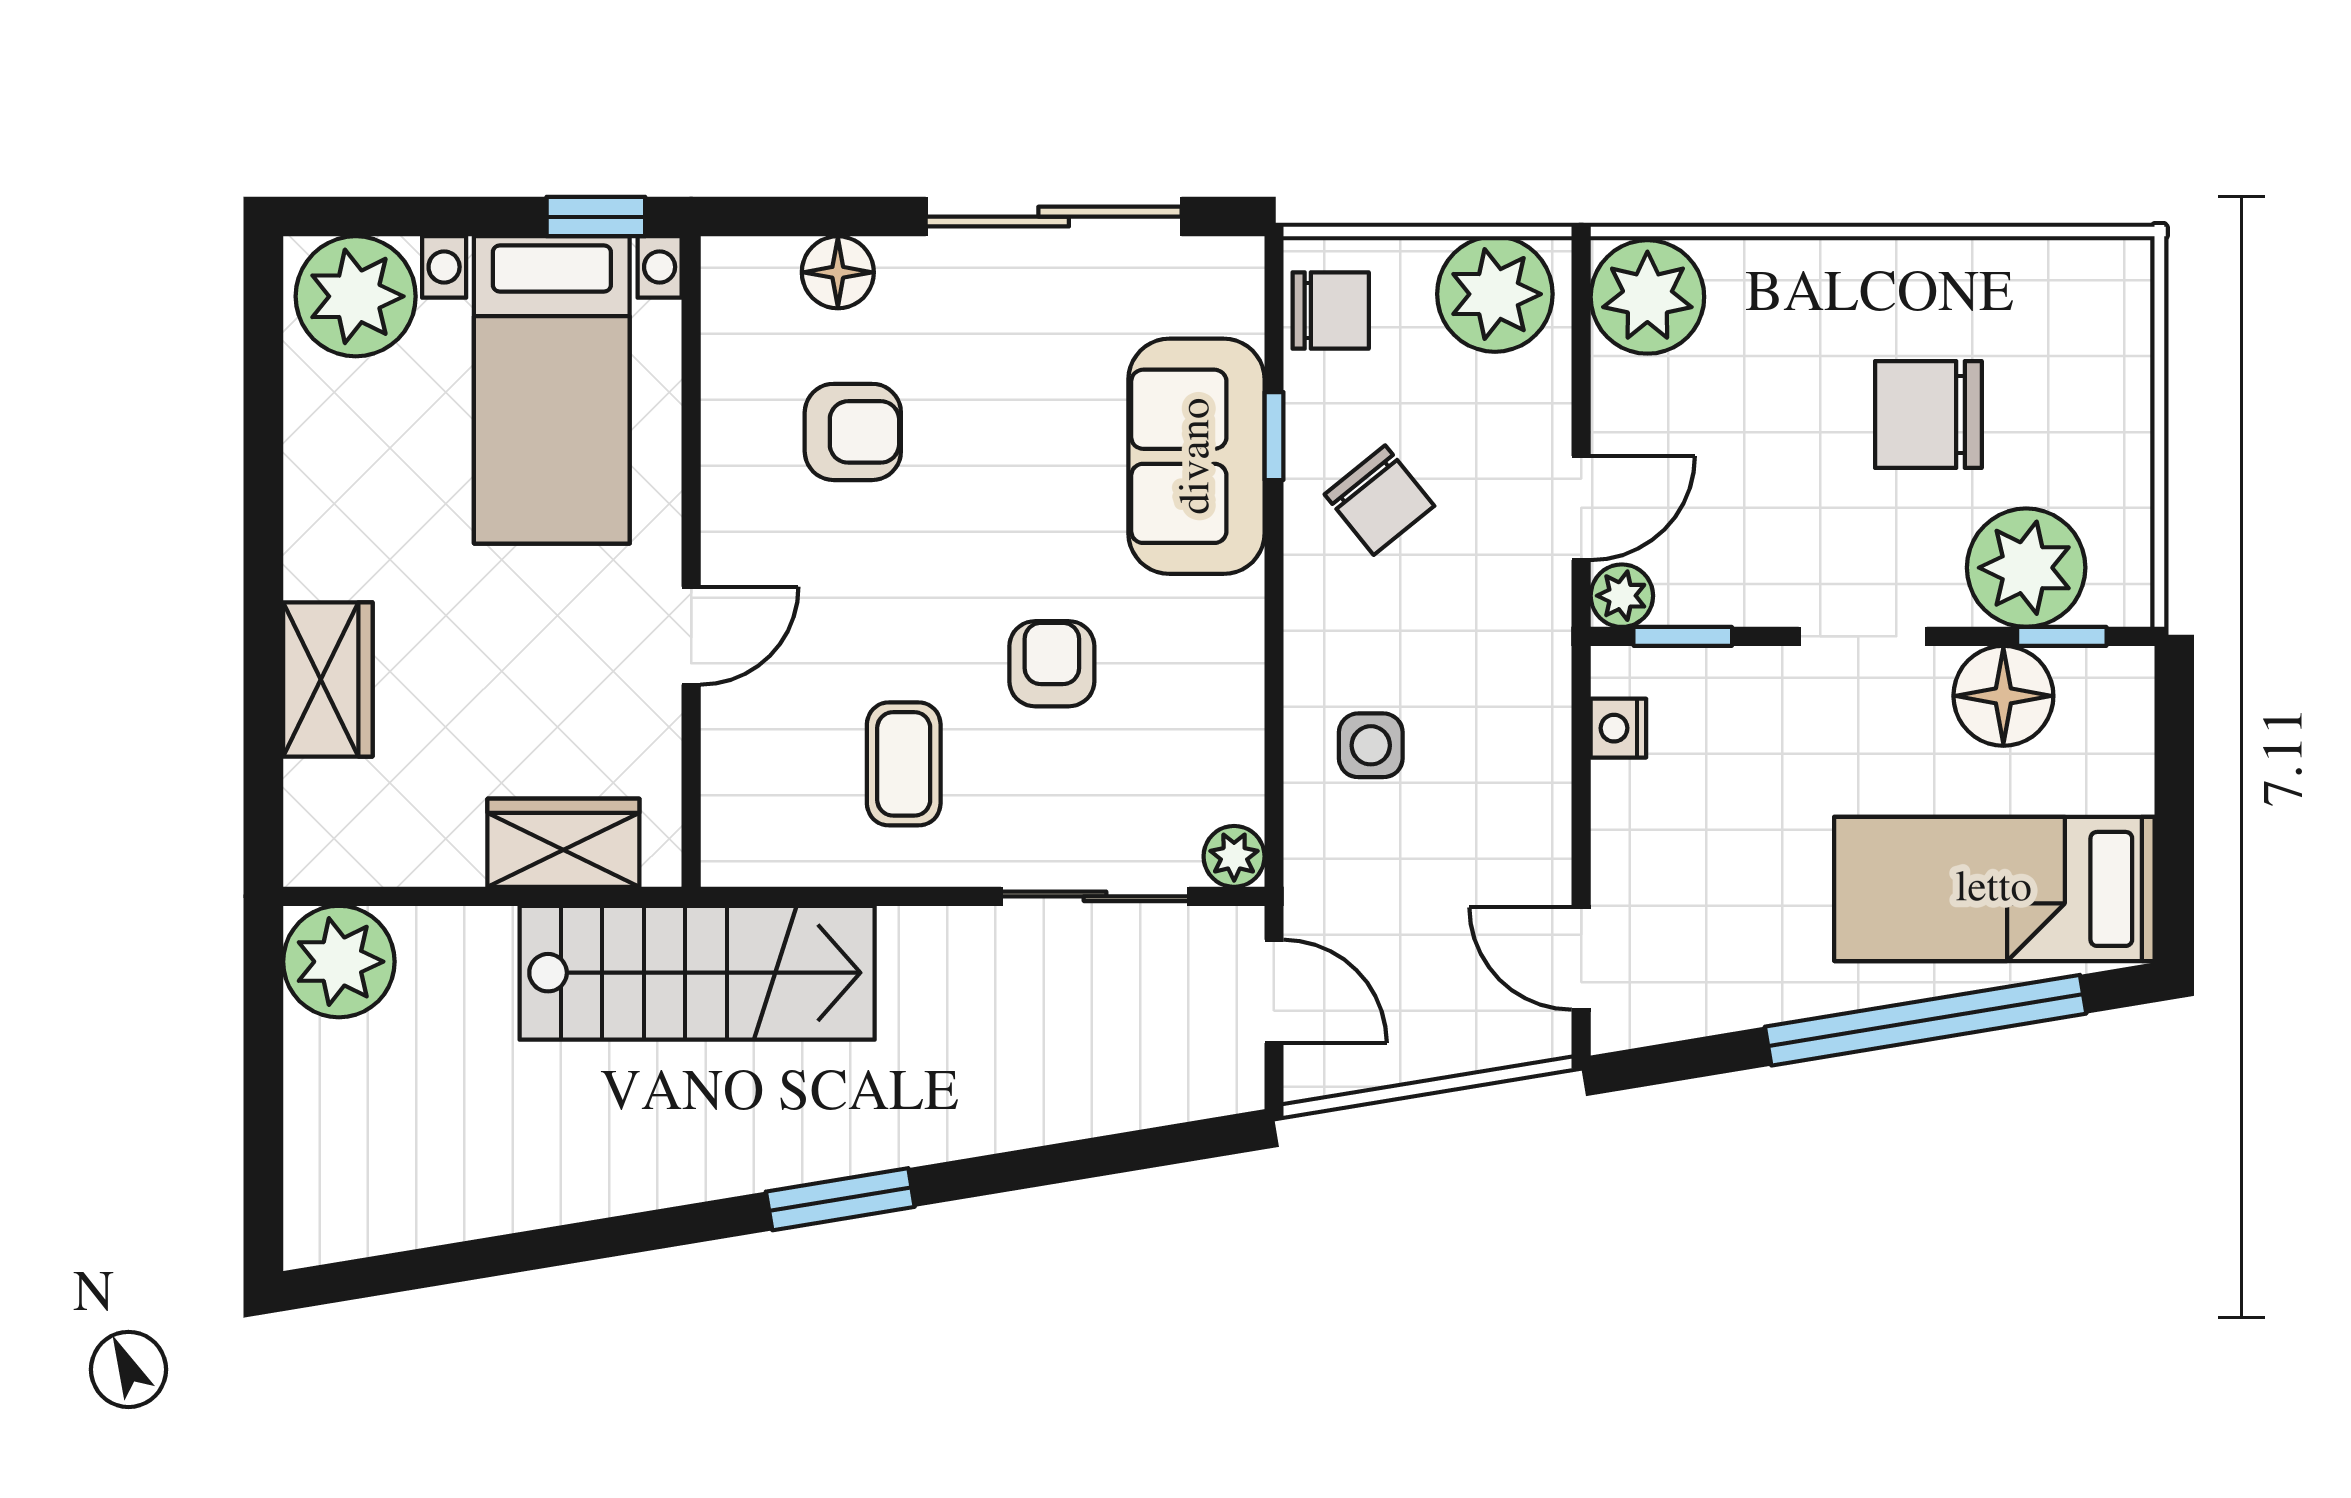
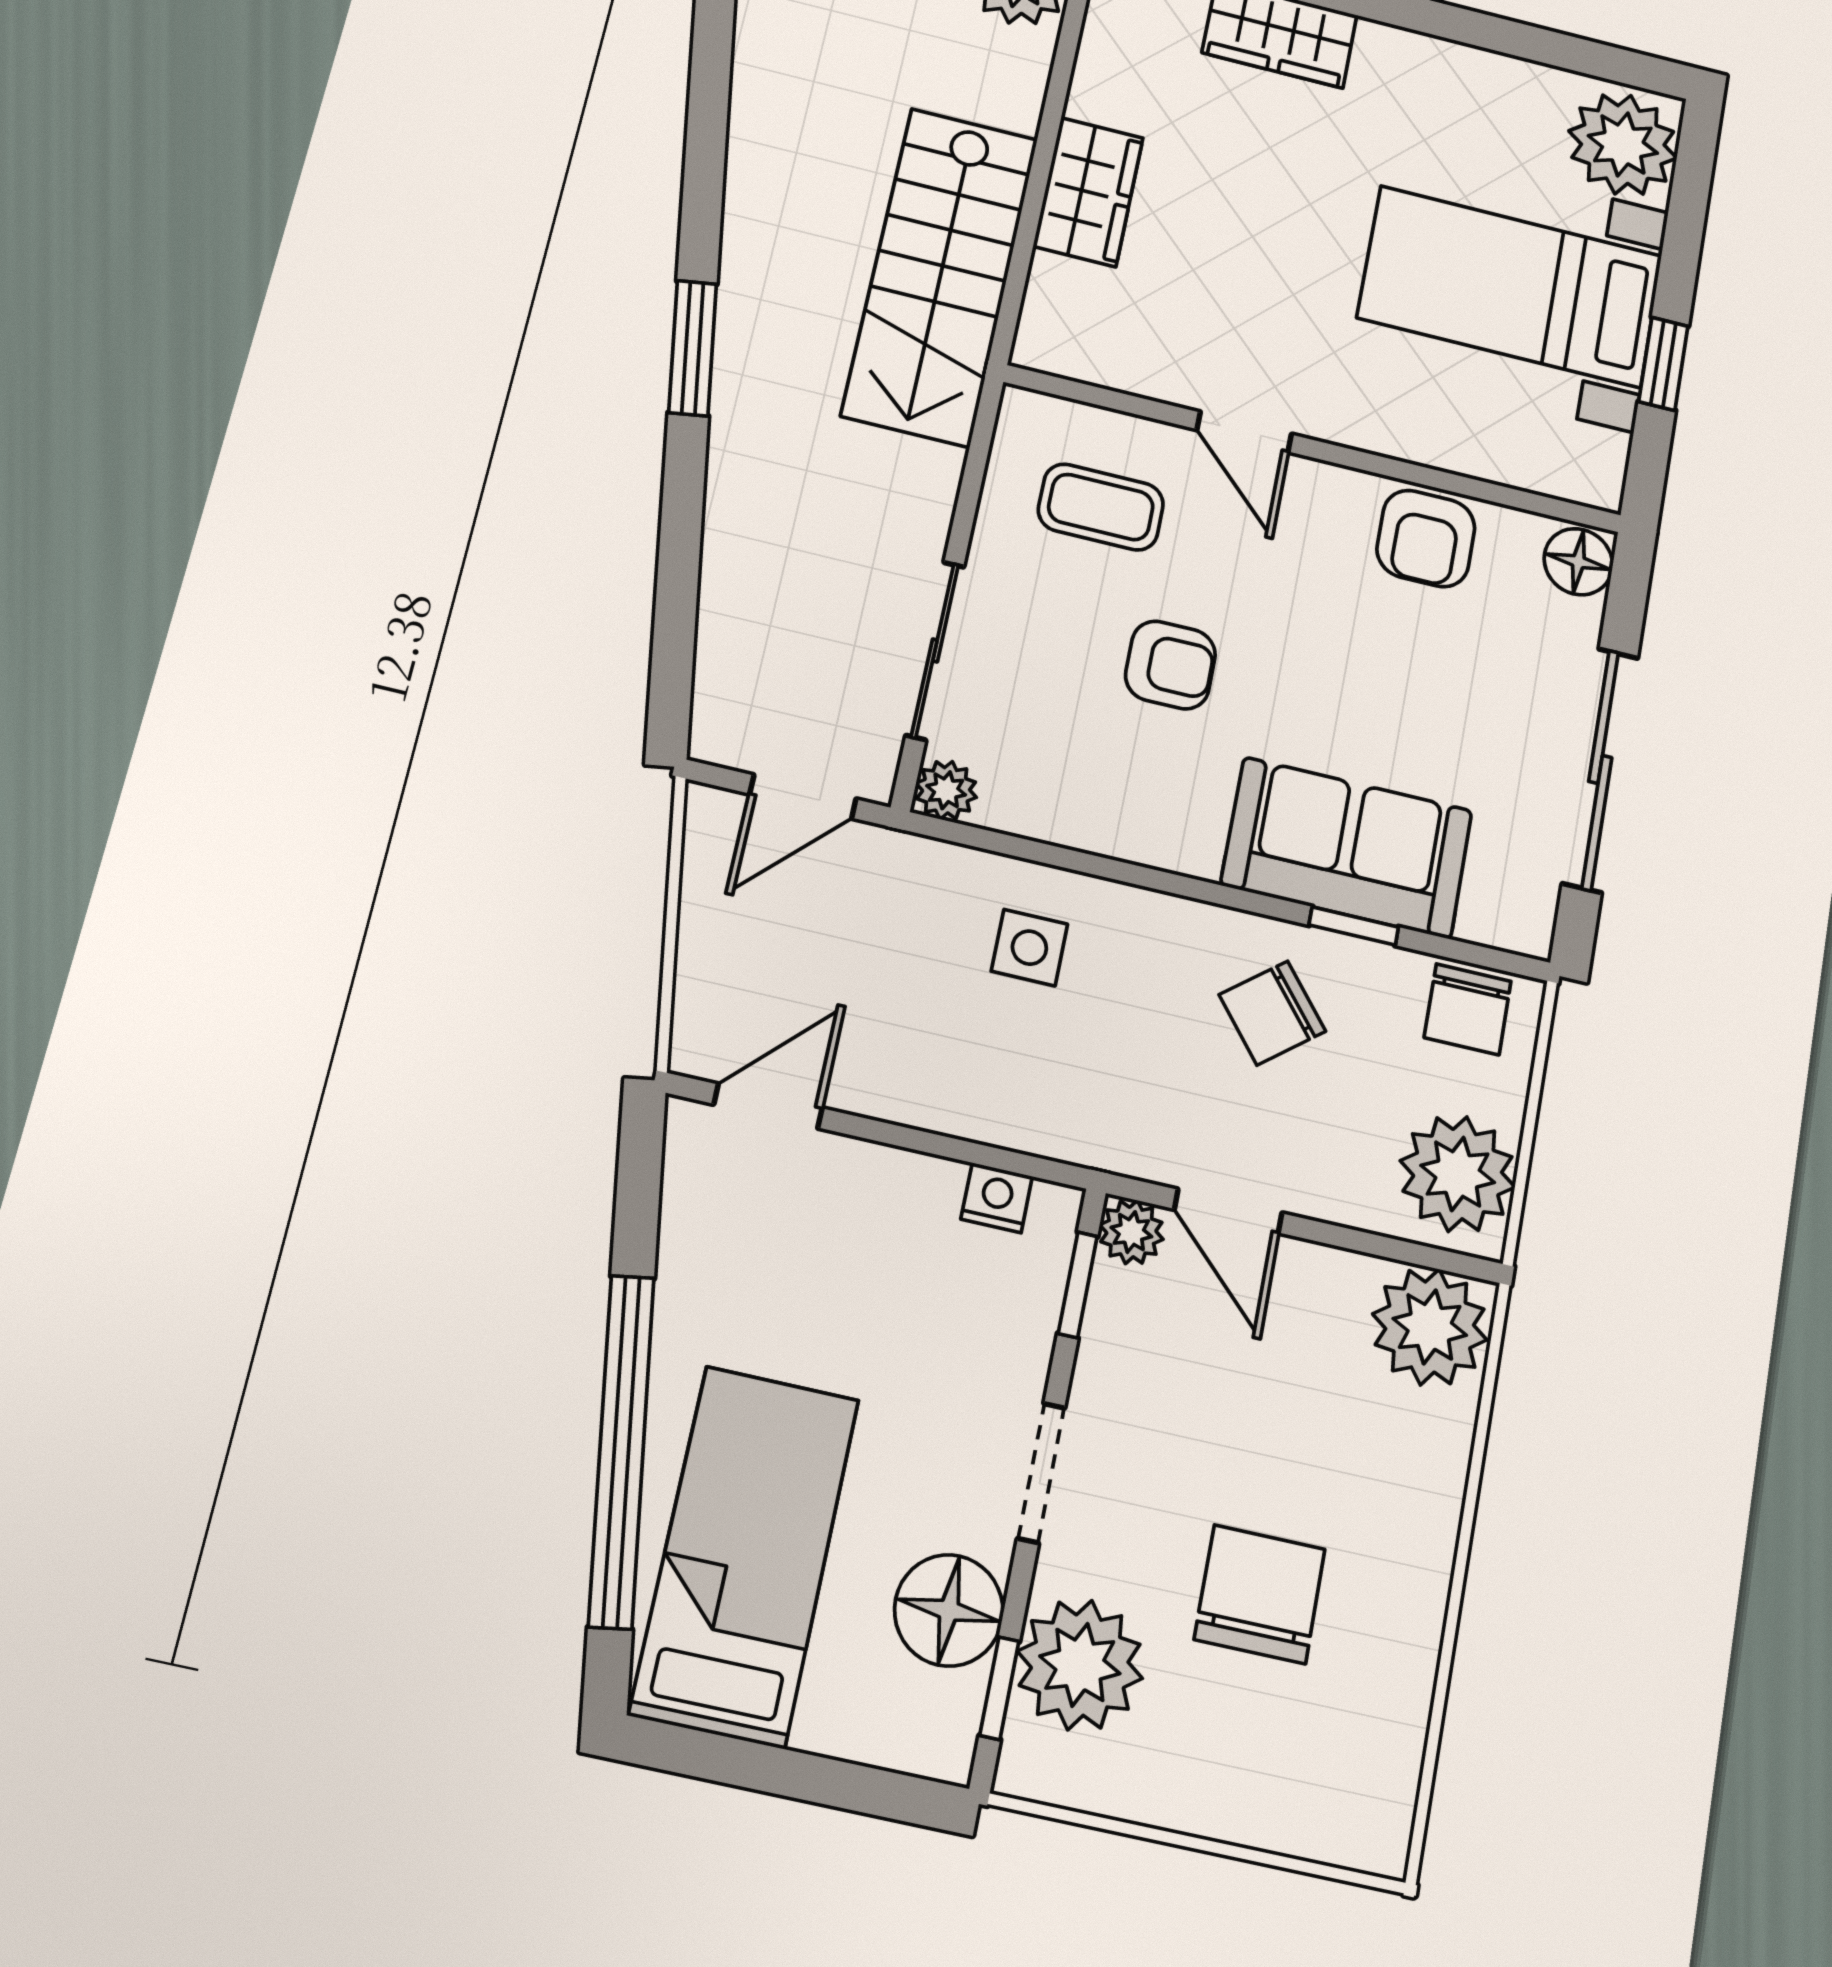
wall: (691, 562) -> (1314, 449), moved
door: (691, 636) -> (1244, 432), moved

